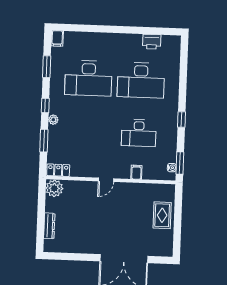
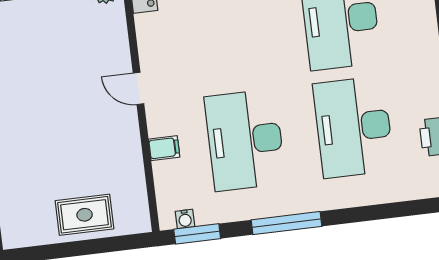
window: (182, 120) -> (286, 223), width x2.17
desk: (139, 133) -> (245, 140), width x1.36, depth x1.30

